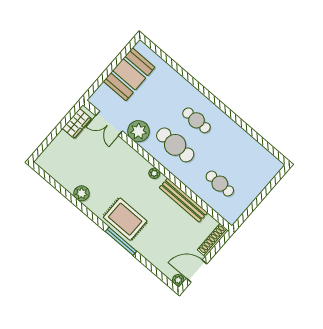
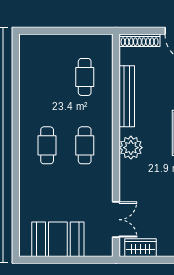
plant: (139, 131) -> (101, 188), removed
cafe table: (175, 145) -> (85, 145), width x0.73, depth x0.74
plant: (154, 173) -> (131, 148), width x1.87, depth x1.87

